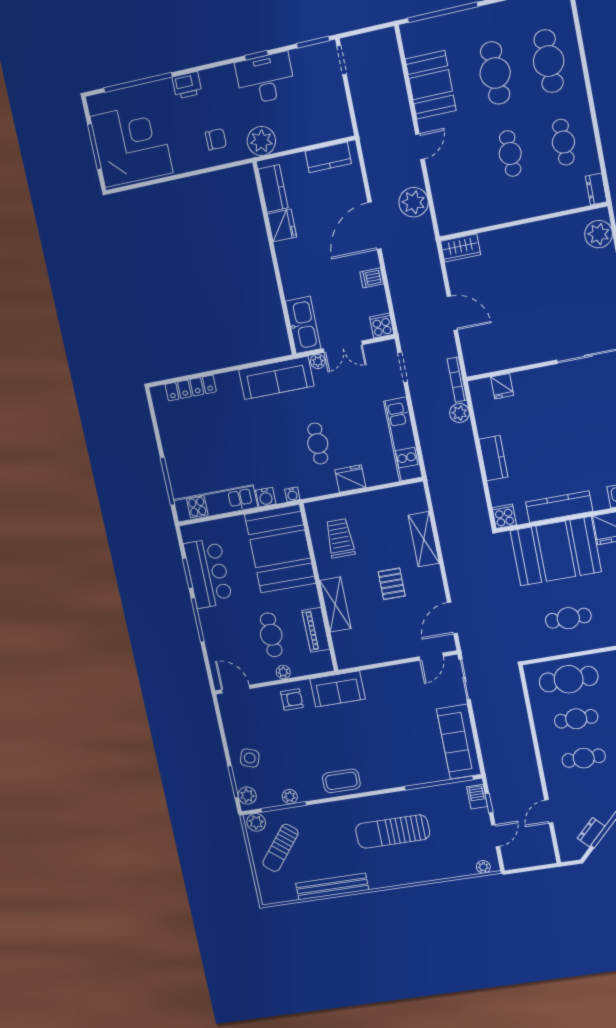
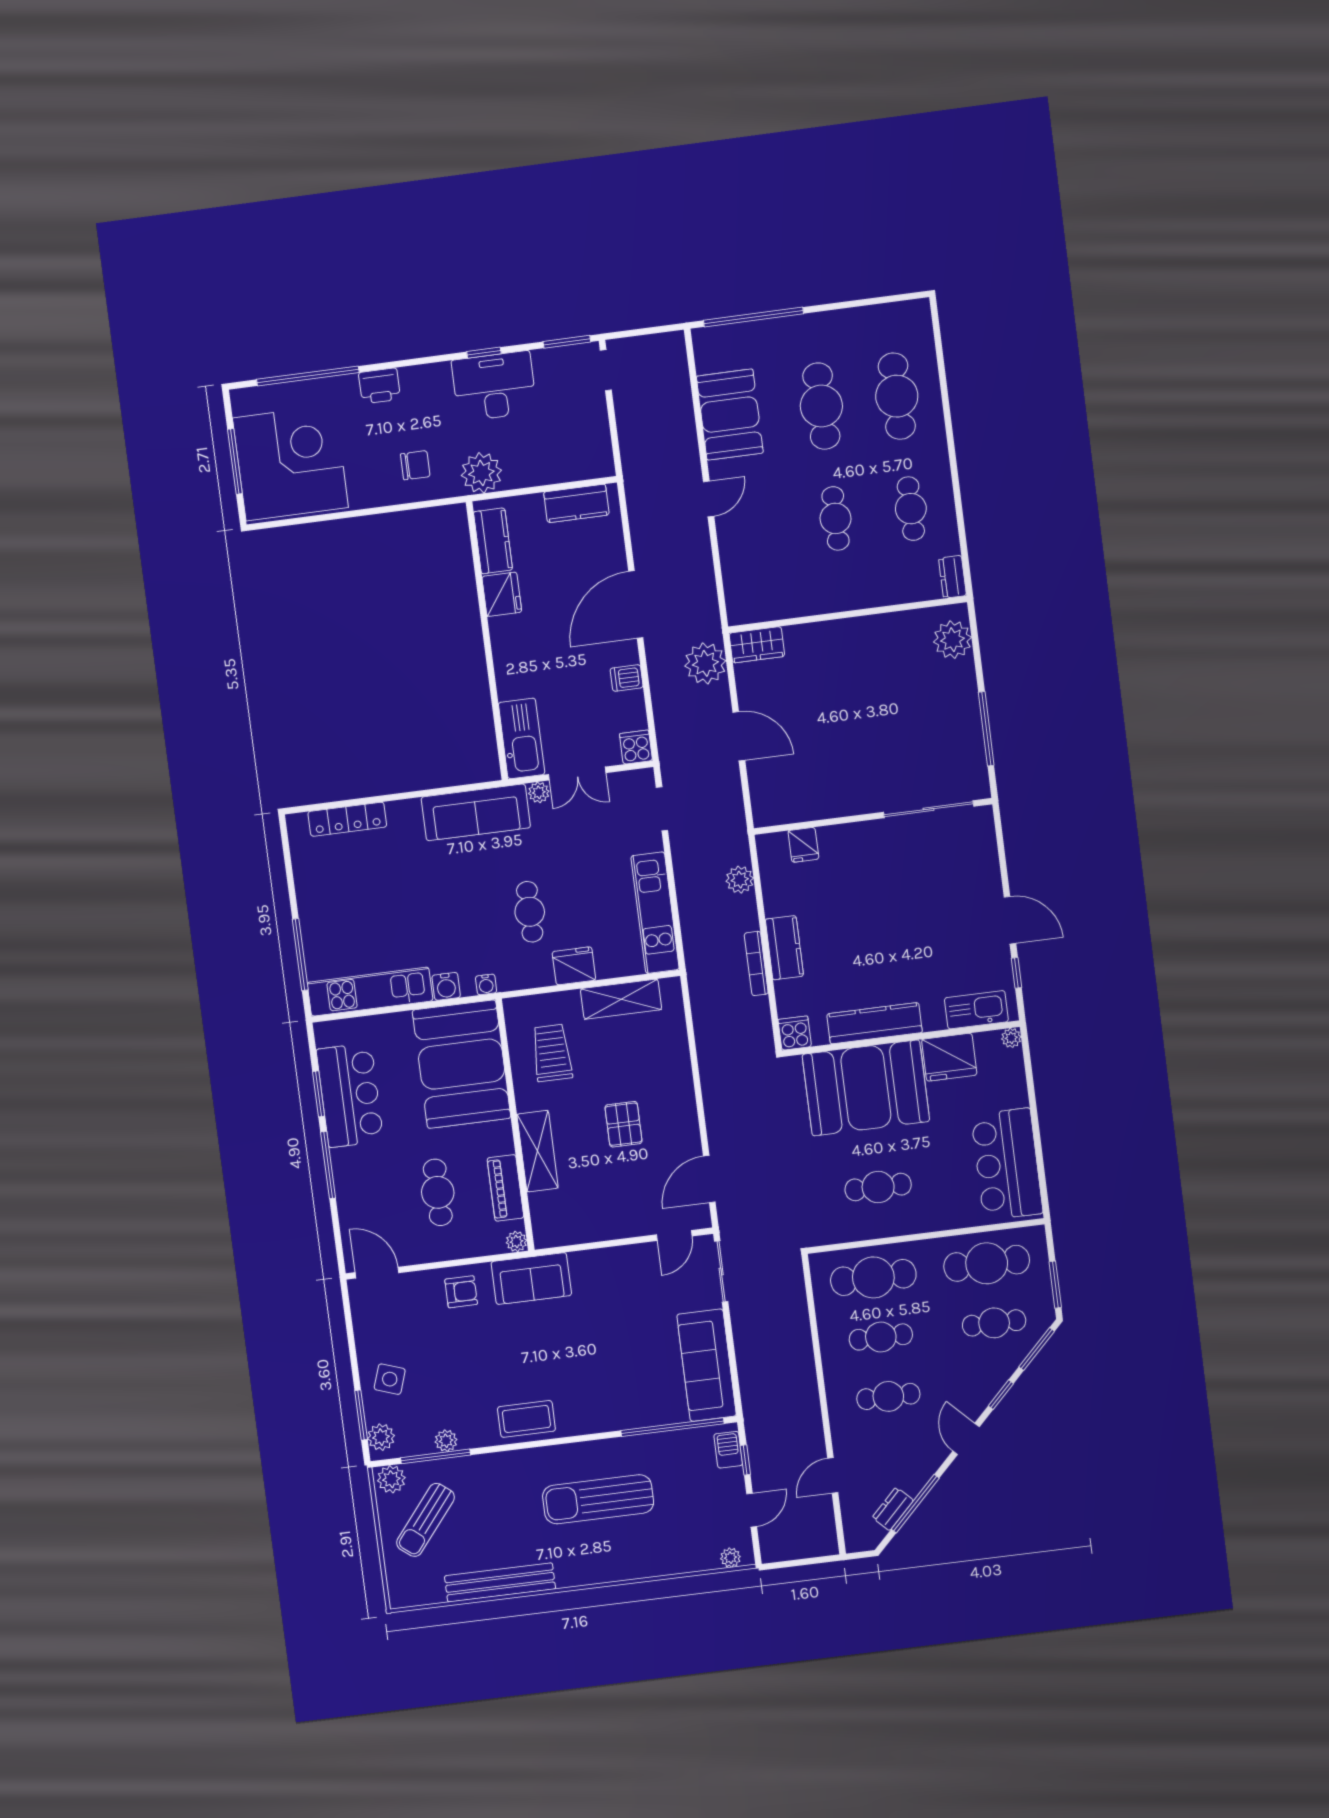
plant: (414, 202) -> (705, 663), moved
bookcase: (457, 380) -> (756, 963), moved
shelving: (424, 539) -> (621, 999), moved, turned 90
plant: (283, 672) -> (516, 1241), moved

